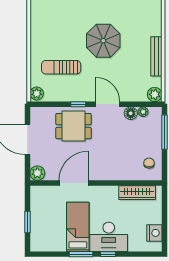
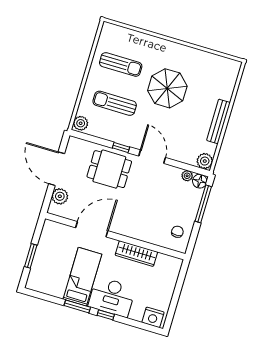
sun lounger: (56, 32) -> (121, 64), added
floor lamp: (131, 113) -> (200, 181), moved
plant: (37, 173) -> (60, 196), moved
wardrobe: (137, 193) -> (136, 253), moved
nightstand: (154, 233) -> (153, 317), moved, turned 90

